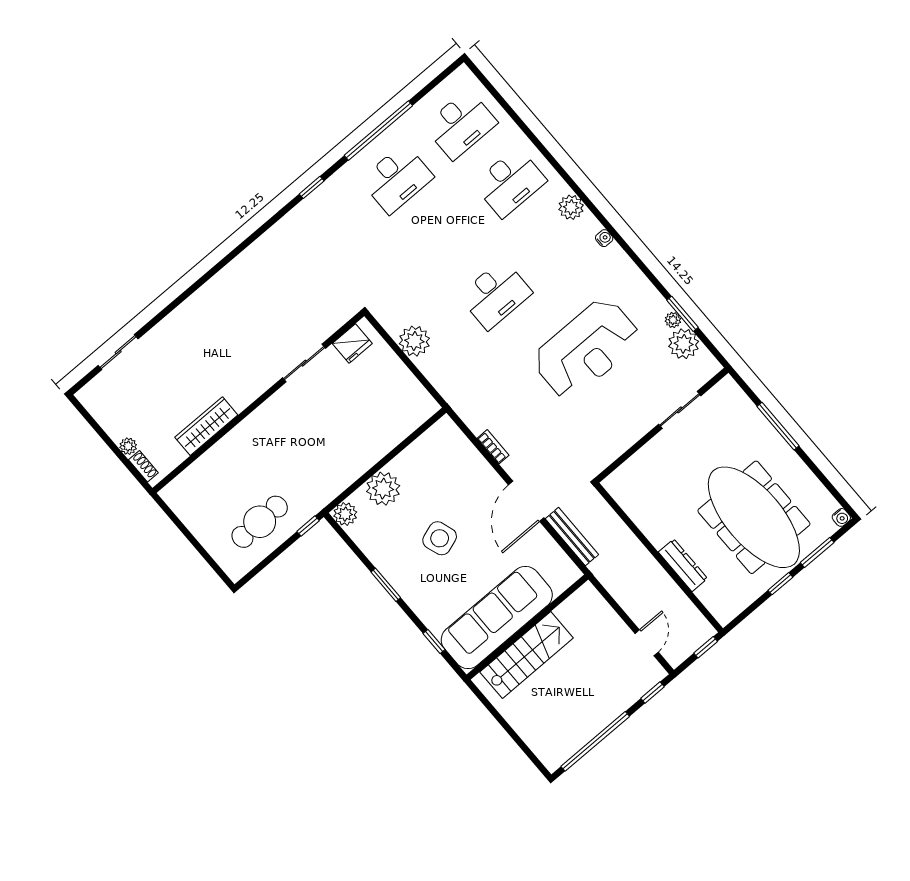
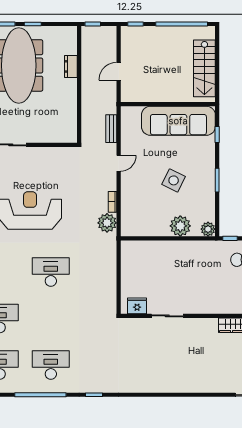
plant: (414, 341) -> (107, 223), moved
door: (526, 501) -> (119, 163), width x0.53
bench: (572, 537) -> (111, 129), width x0.73
side table: (440, 538) -> (174, 180), turned 45
dresser: (683, 565) -> (71, 66), width x0.70
door: (647, 643) -> (119, 71), moved
stairs: (527, 655) -> (204, 68), moved, turned -90

